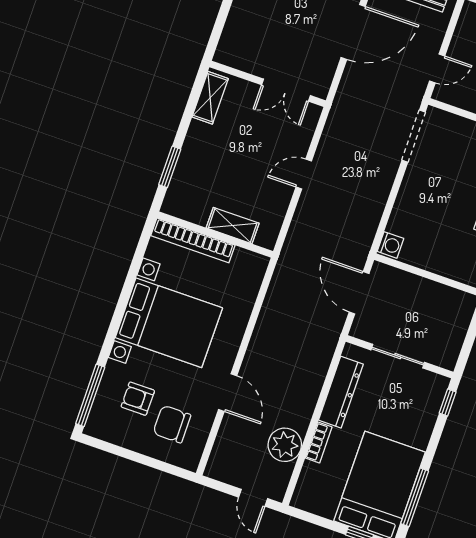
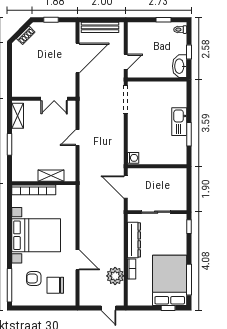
window: (170, 167) -> (9, 144), moved

